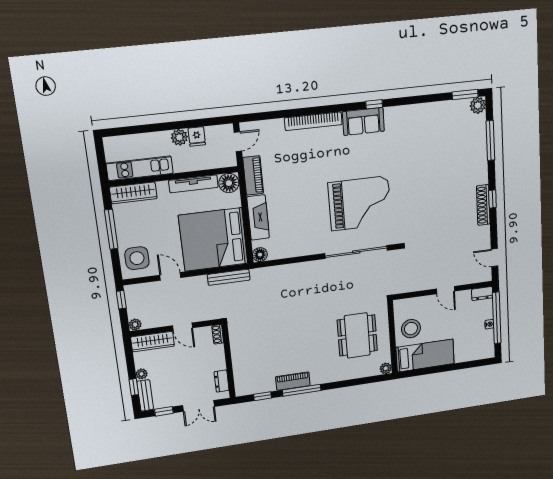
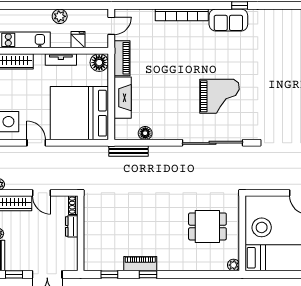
fridge: (197, 136) -> (78, 40), moved, turned 180
tv unit: (193, 184) -> (61, 59), width x0.71
grand piano: (360, 203) -> (220, 96), width x0.73, depth x0.68
floor lamp: (260, 255) -> (145, 133), moved
bench: (229, 277) -> (128, 151), moved
dining table: (357, 335) -> (207, 226), width x0.73
dresser: (222, 381) -> (72, 226), moved
window: (302, 390) -> (148, 274), width x0.46

